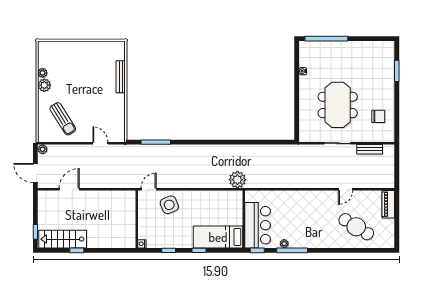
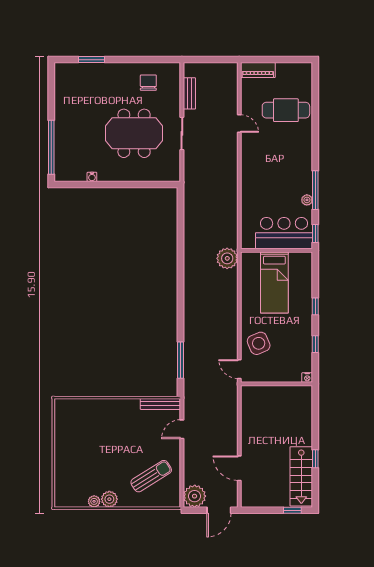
bench: (121, 77) -> (160, 404), moved
plant: (43, 149) -> (195, 496), width x1.88, depth x1.88
cafe table: (356, 227) -> (286, 110), turned 58
bed: (218, 237) -> (274, 282), moved

